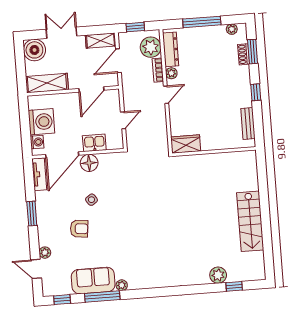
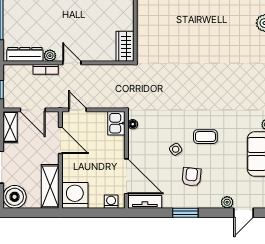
plant: (151, 47) -> (21, 75), removed
door: (123, 120) -> (77, 110), moved
washing machine: (41, 122) -> (75, 195), moved
kitchen sink: (94, 143) -> (116, 123), moved
floor lamp: (89, 163) -> (133, 124), moved, width x0.53, depth x0.53
coffee table: (106, 227) -> (205, 137), added
armchair: (79, 229) -> (191, 177), moved

